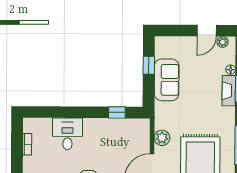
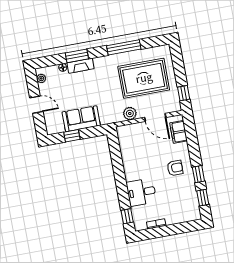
door: (207, 31) -> (36, 105), moved
window: (117, 112) -> (127, 216), moved

